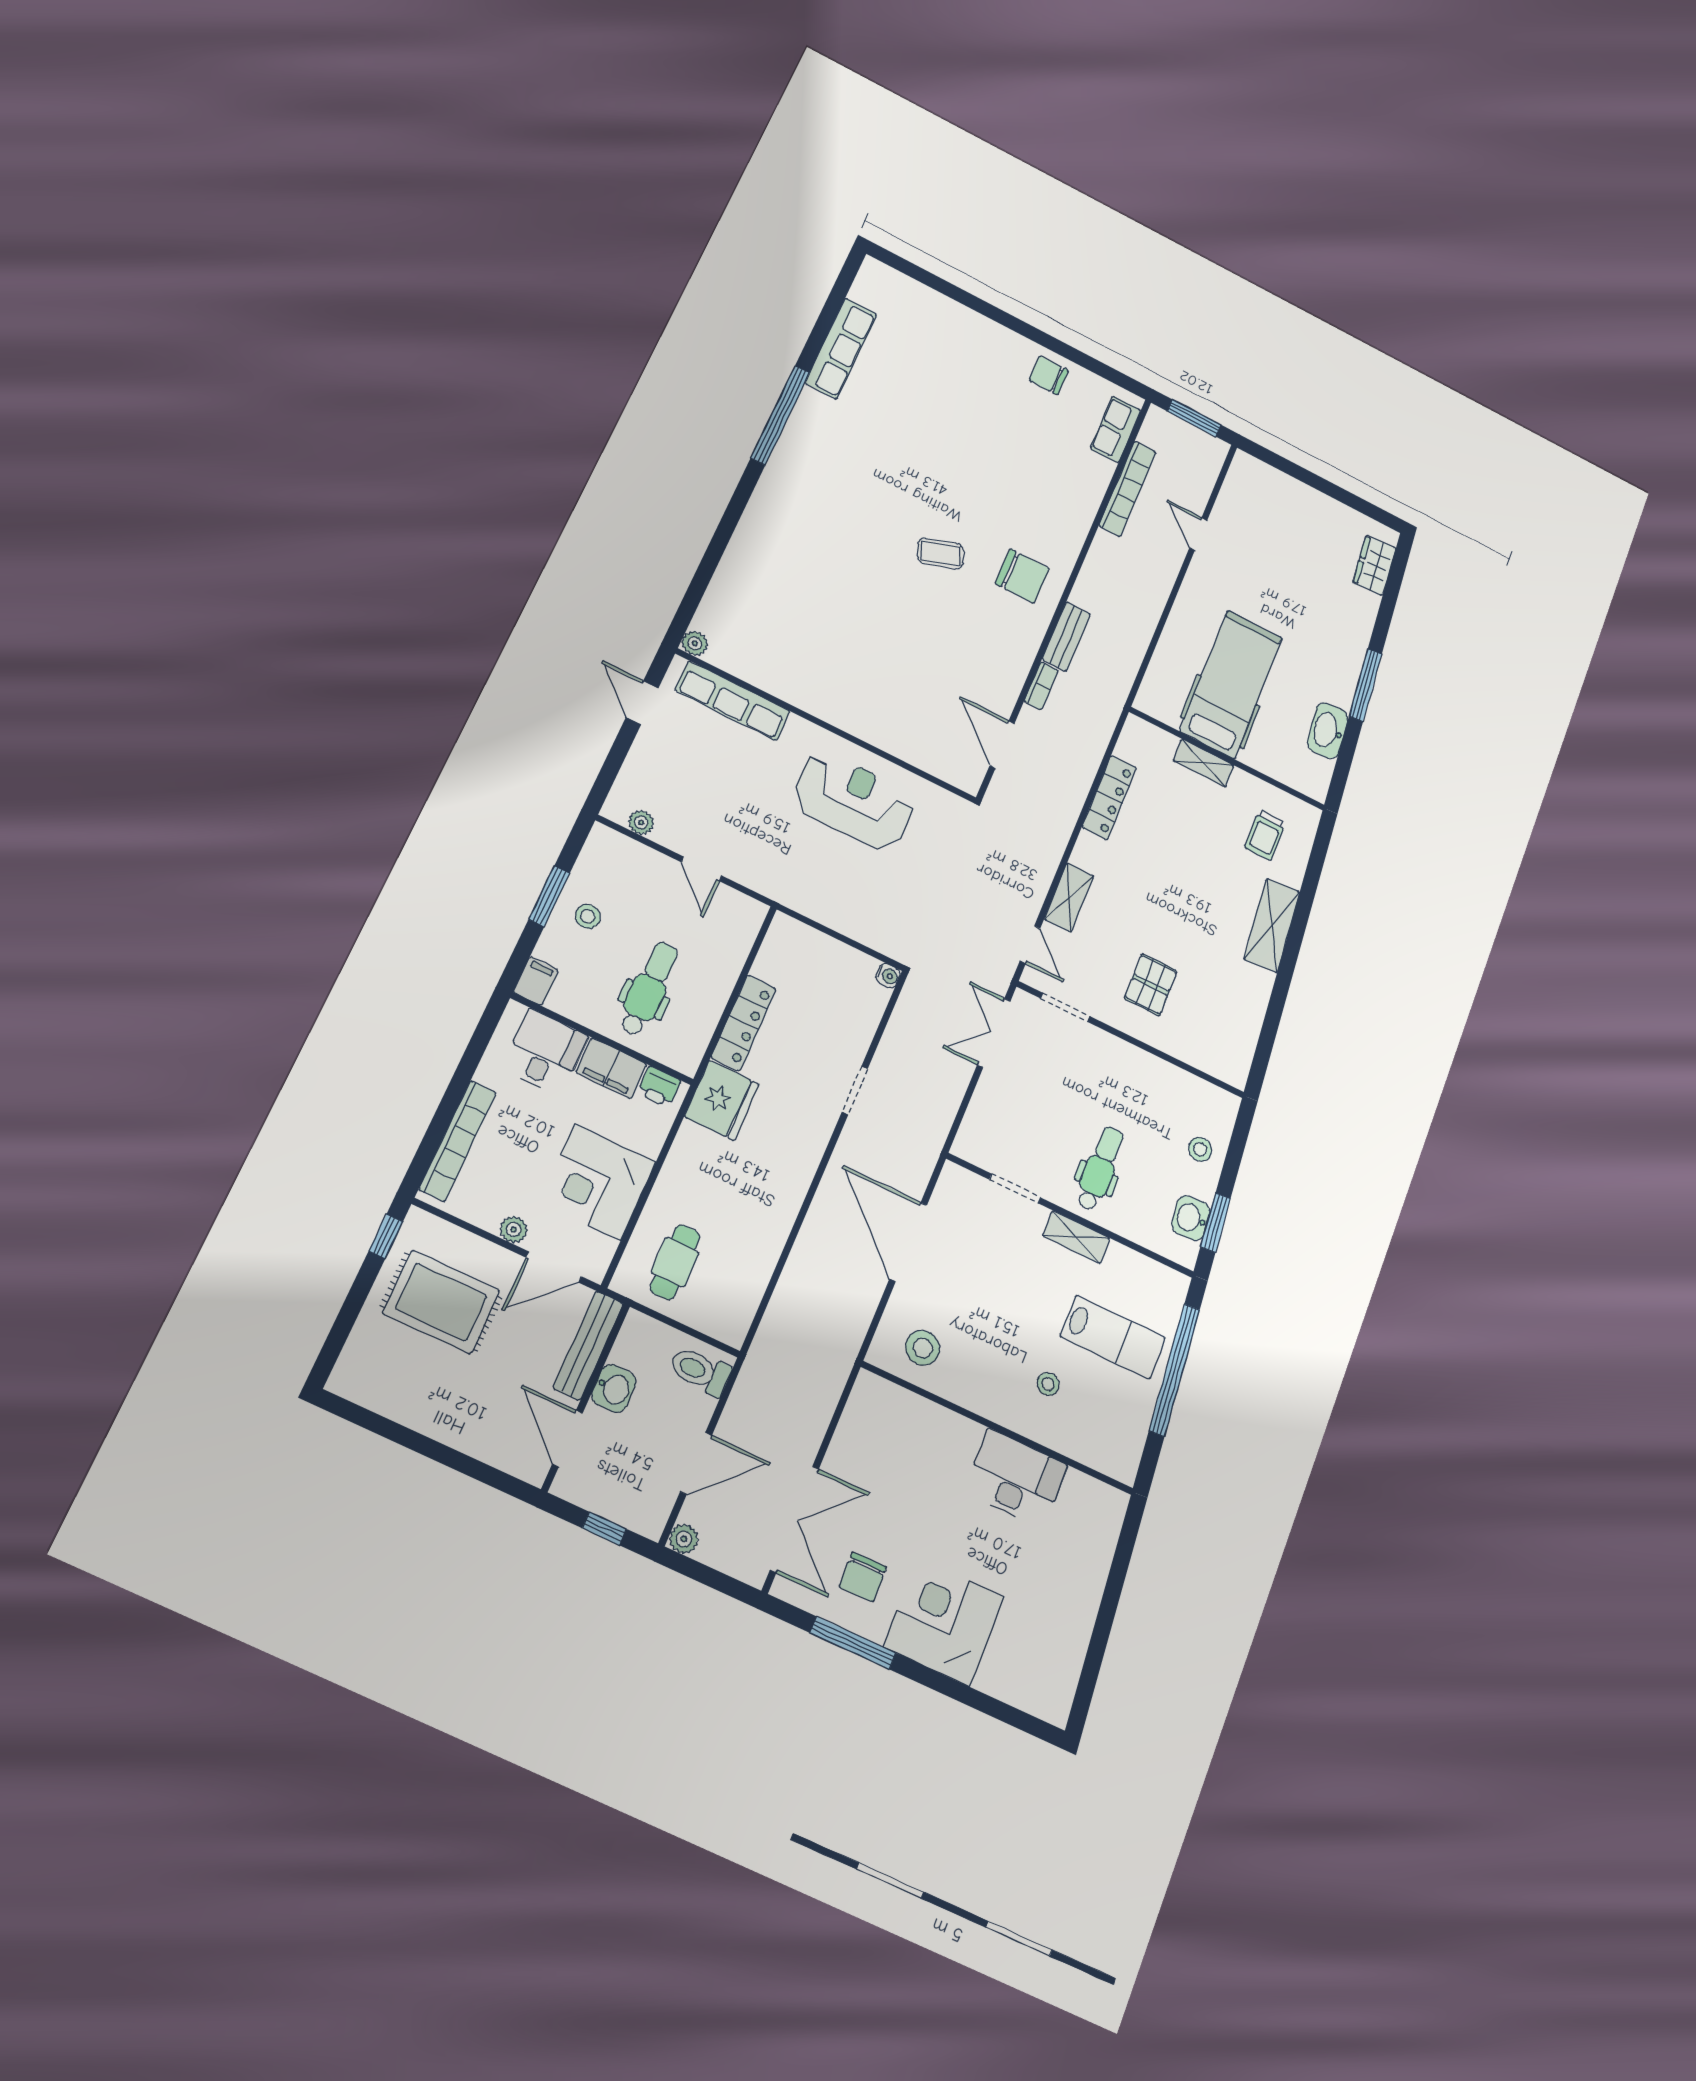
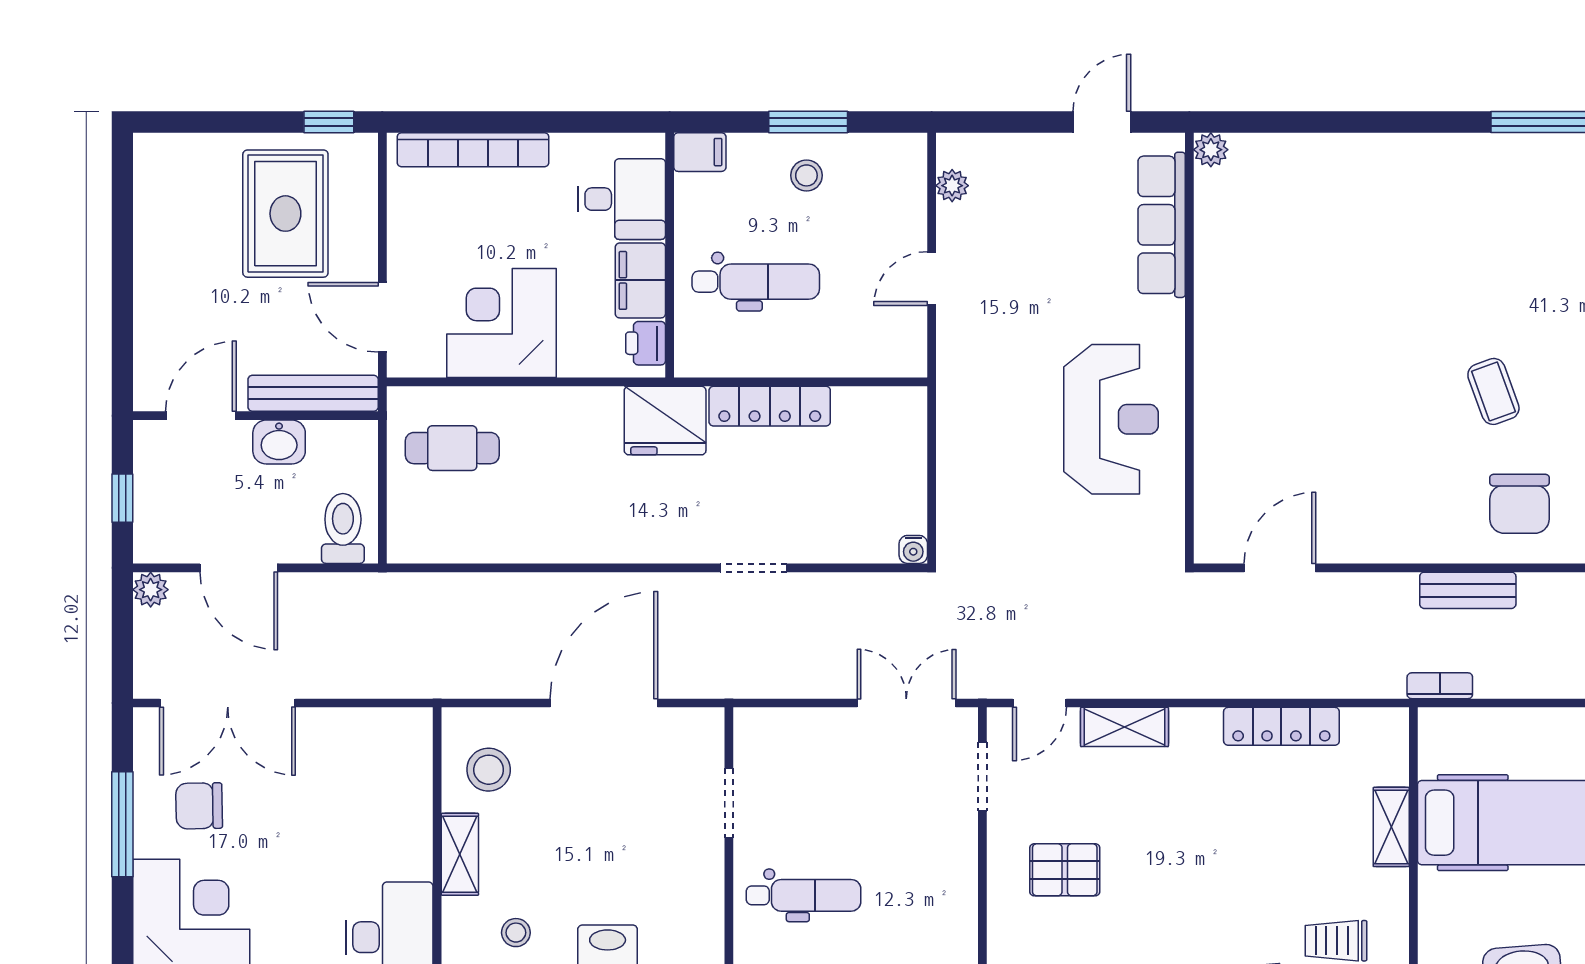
bookcase: (1041, 686) -> (1440, 686), moved, turned 180
plant: (514, 1229) -> (403, 255), removed
shelving: (1076, 1237) -> (460, 854), moved

